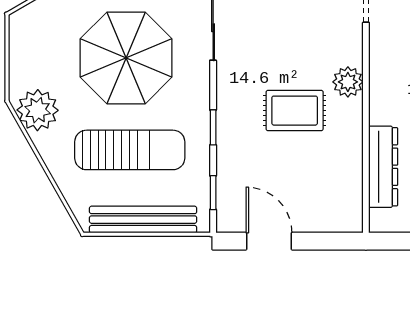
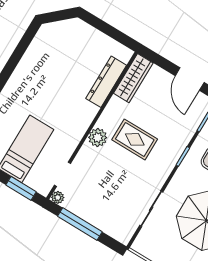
wardrobe: (348, 195) -> (133, 78), added

